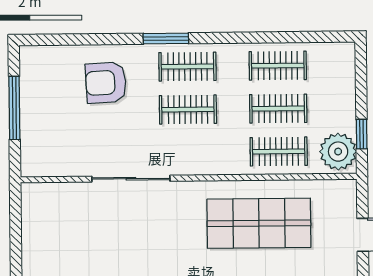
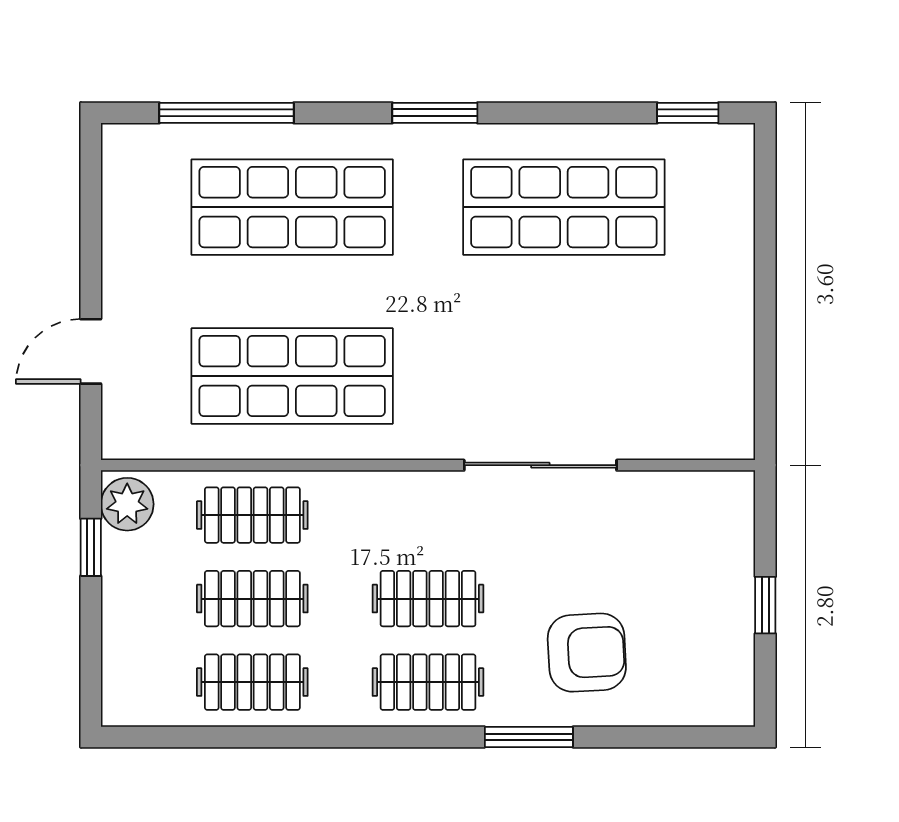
window: (166, 39) -> (529, 737), moved
window: (14, 108) -> (765, 605), width x0.46
plant: (338, 152) -> (127, 504), width x0.73, depth x0.73

